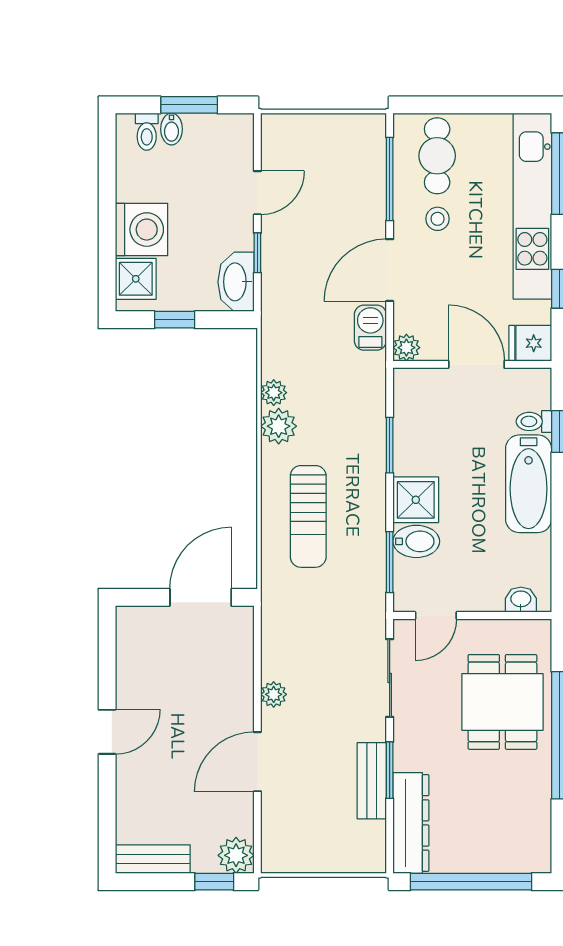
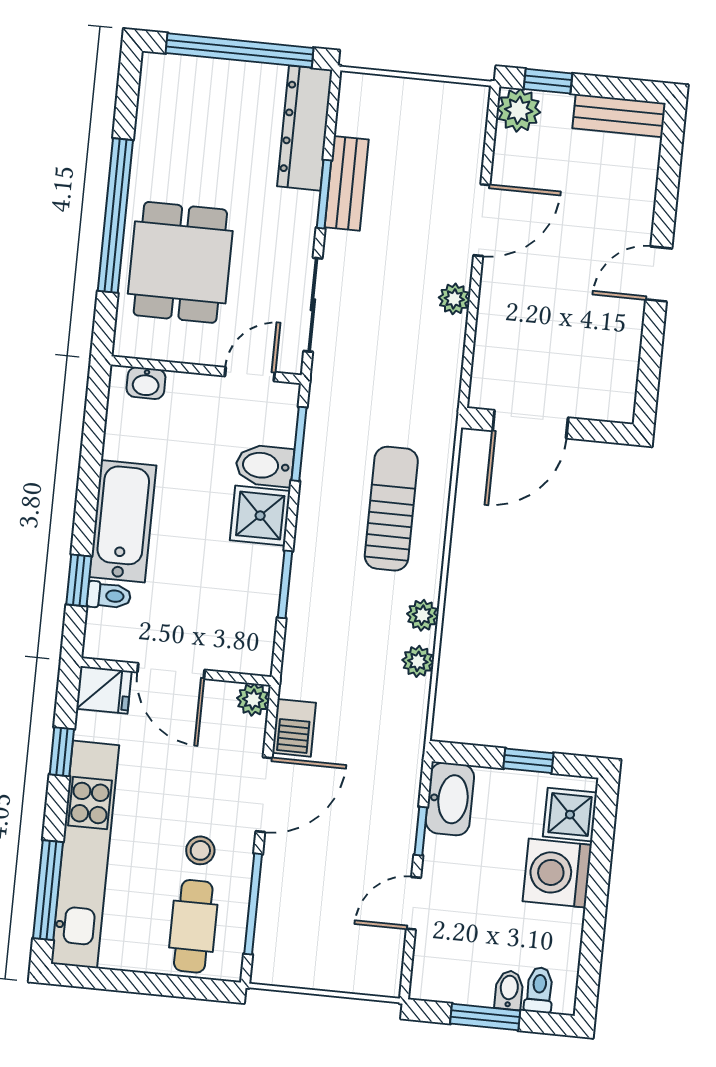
plant: (279, 426) -> (422, 615), width x0.73, depth x0.73

